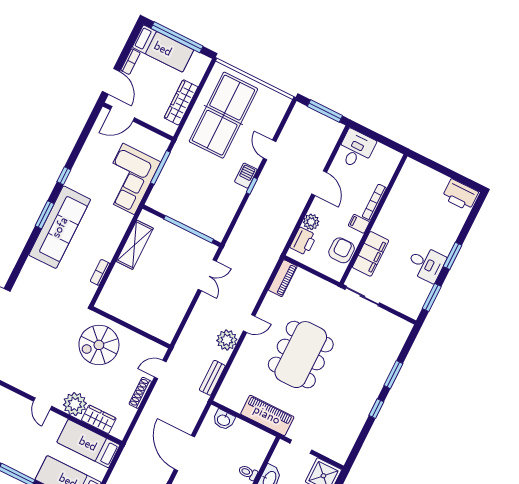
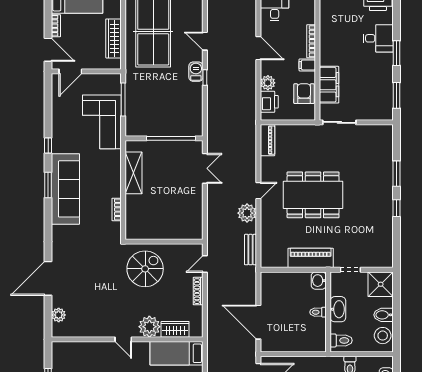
desk: (426, 264) -> (378, 38), moved
spiral stairs: (99, 345) -> (145, 269), turned 180
dining table: (301, 355) -> (313, 195), turned 90
washbasin: (224, 420) -> (319, 281), moved, turned 90

